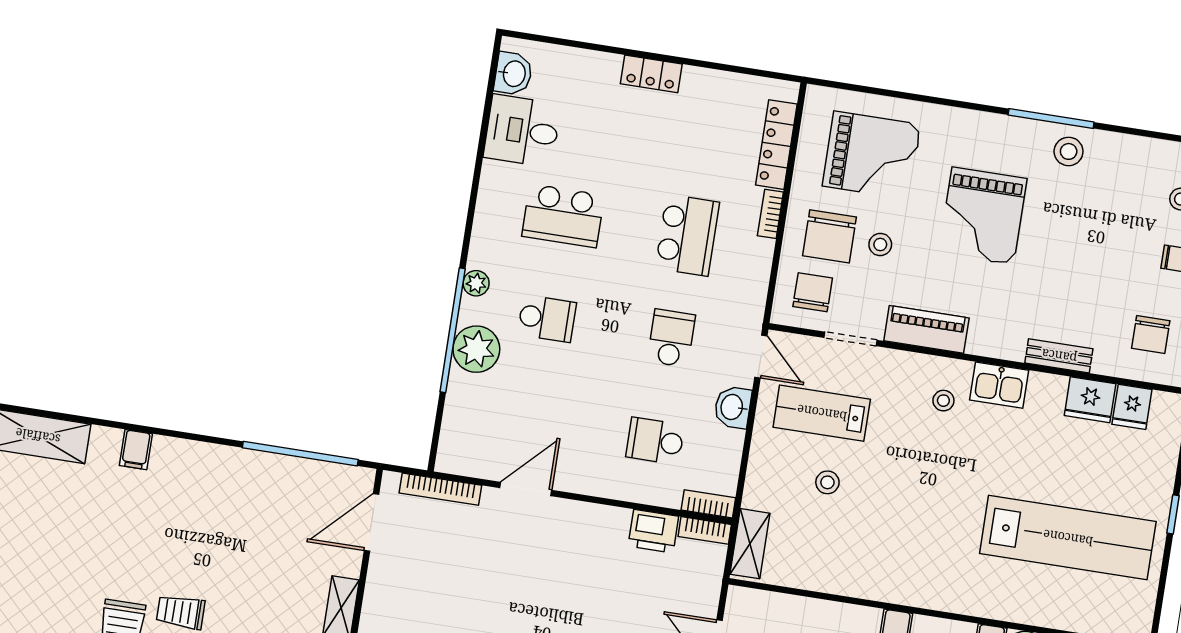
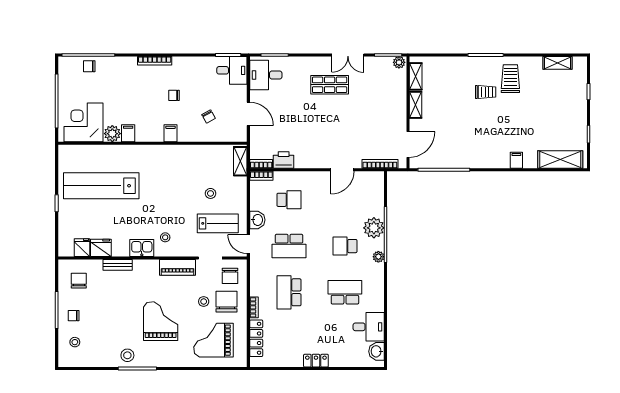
school desk: (671, 338) -> (289, 246), width x1.85

